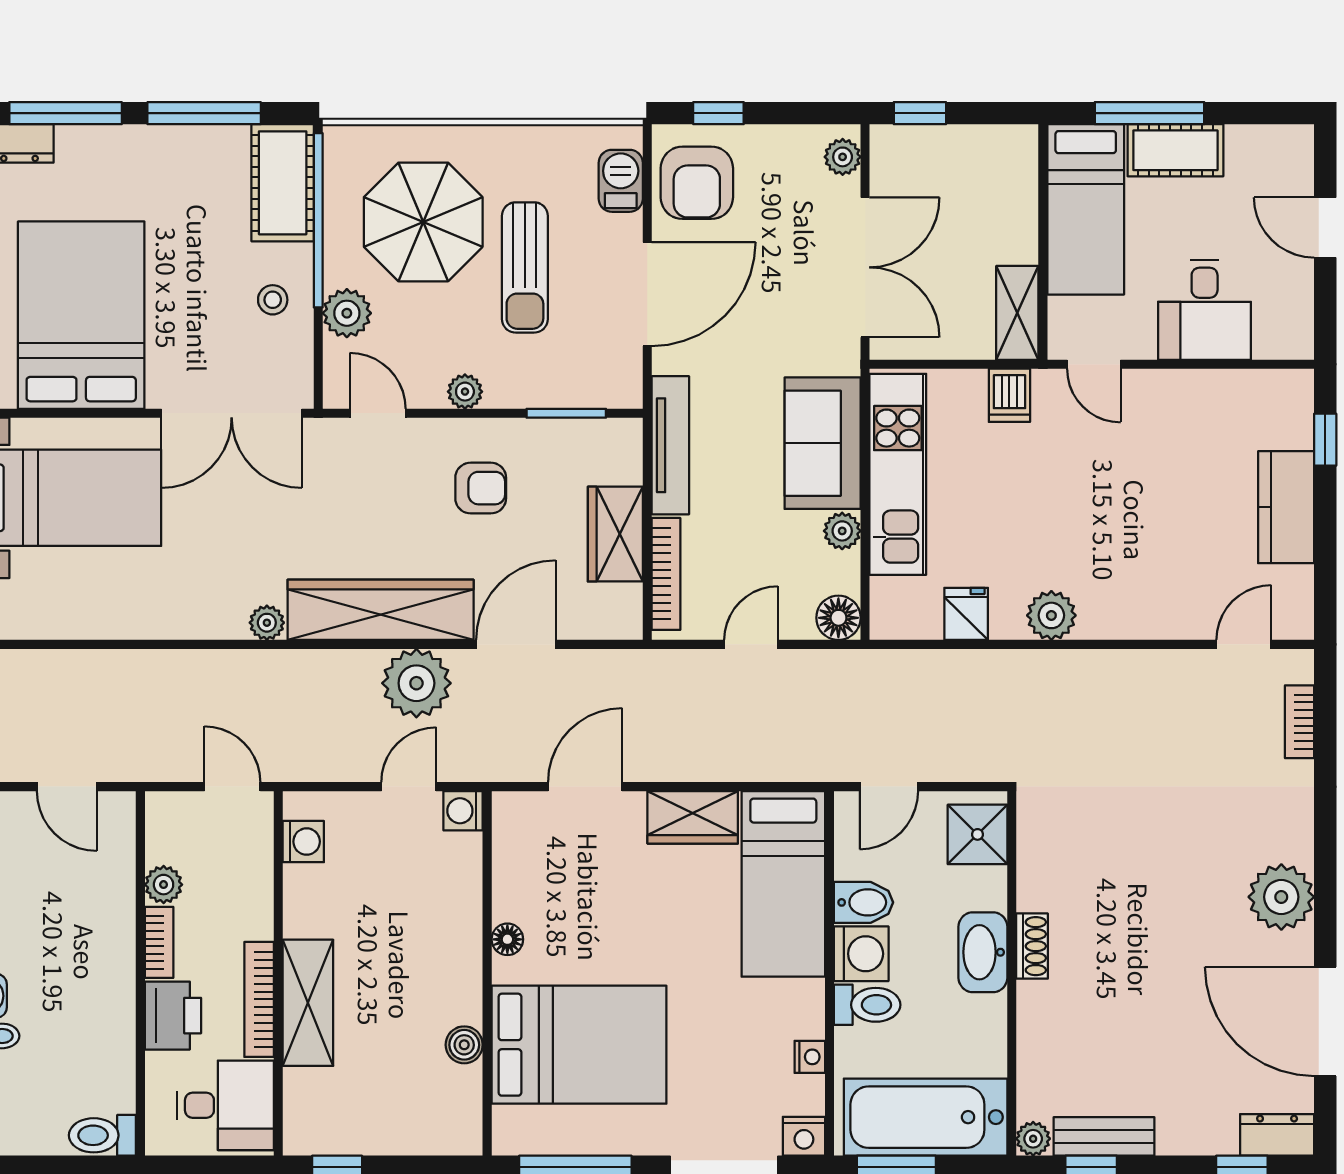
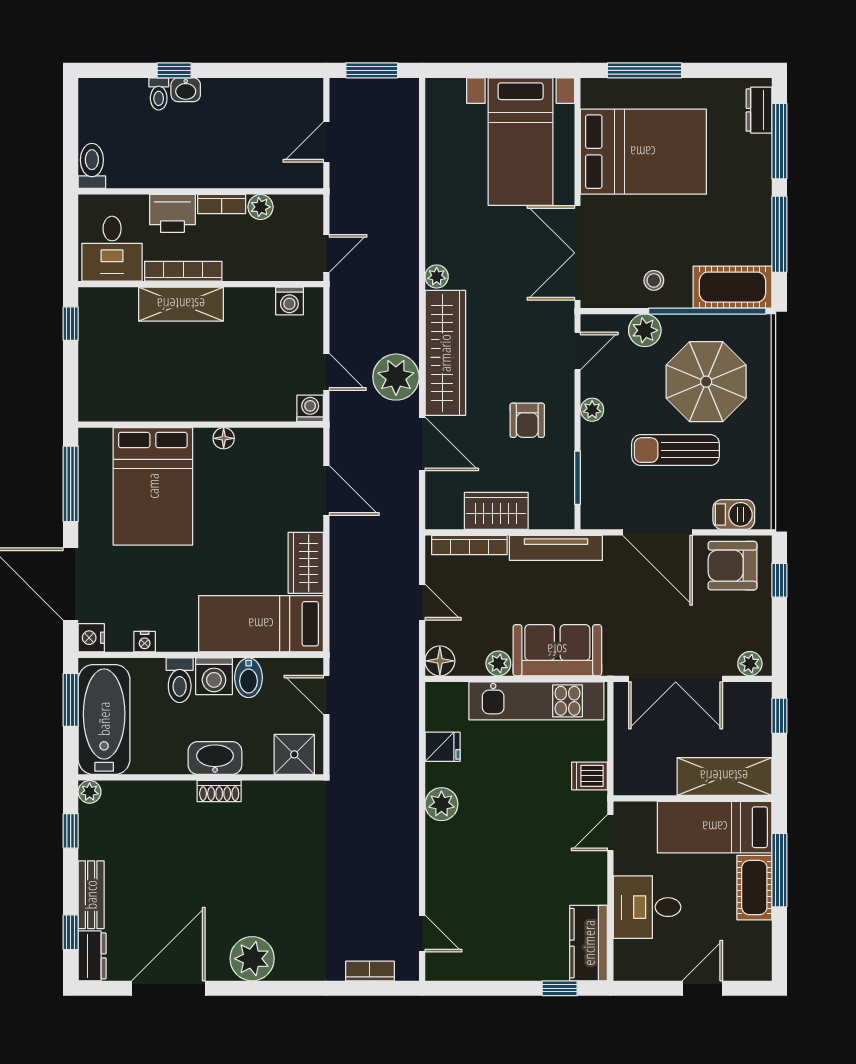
shelving: (1017, 313) -> (724, 776), moved, width x1.50, depth x1.33
kitchen counter: (1286, 507) -> (589, 943), moved, turned -90
boiler: (464, 1045) -> (153, 409), removed
bench: (1104, 1136) -> (91, 895), moved

